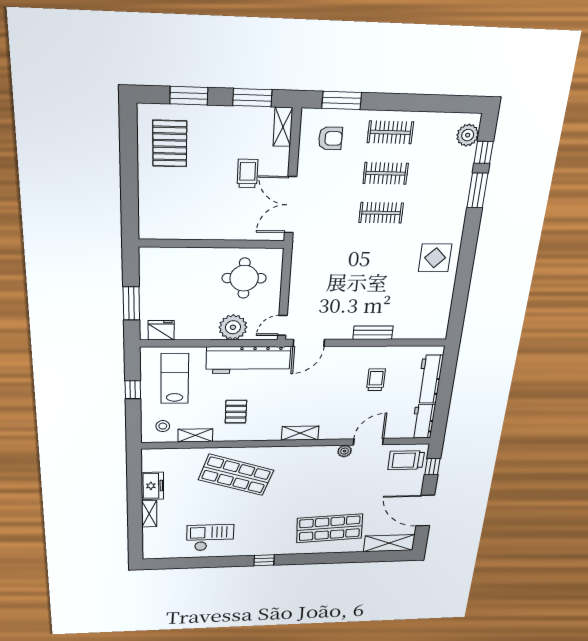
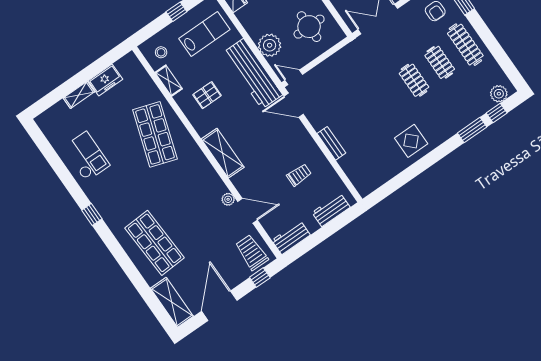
clothes rail: (390, 132) -> (465, 45), width x1.36
workbench: (430, 379) -> (331, 210), width x0.73
shelving: (300, 433) -> (223, 153), width x1.50, depth x1.33

